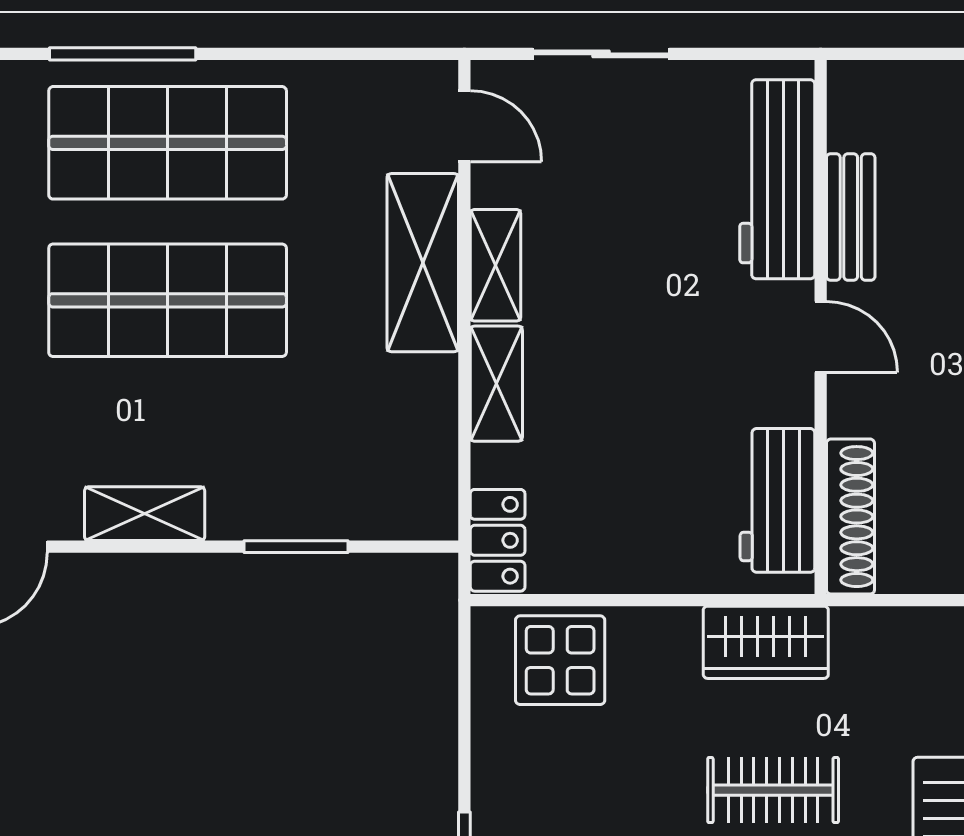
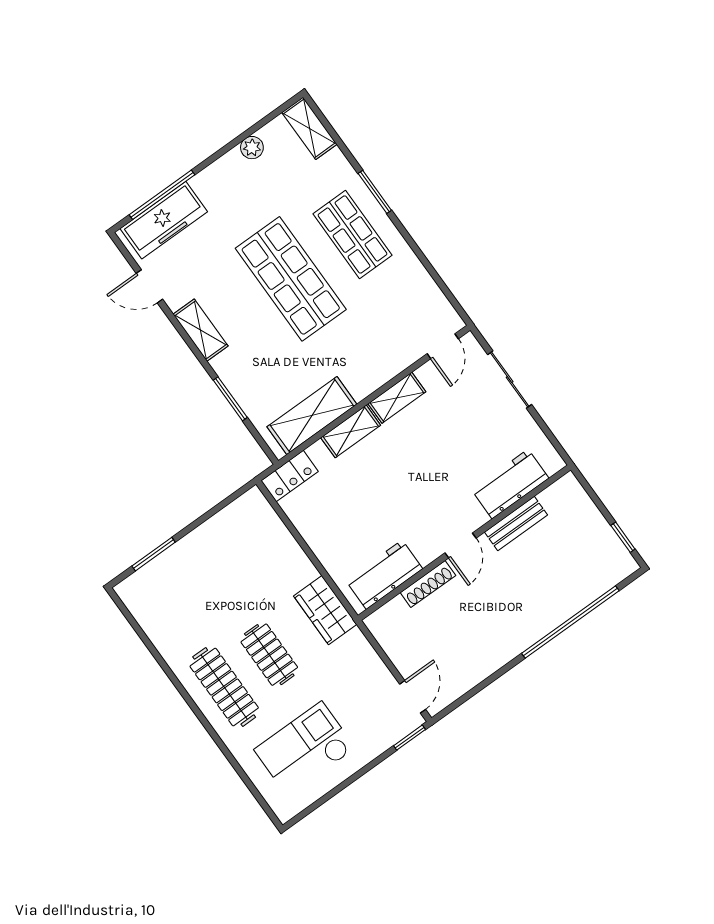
window: (123, 54) -> (375, 192), width x0.69
shop shelf: (168, 143) -> (353, 234), width x0.70, depth x0.74
workbench: (777, 179) -> (510, 484), width x0.73
shelving: (423, 263) -> (312, 416), moved
shoe rack: (850, 517) -> (428, 584), moved, width x0.74, depth x0.81
display table: (560, 660) -> (260, 534), removed

